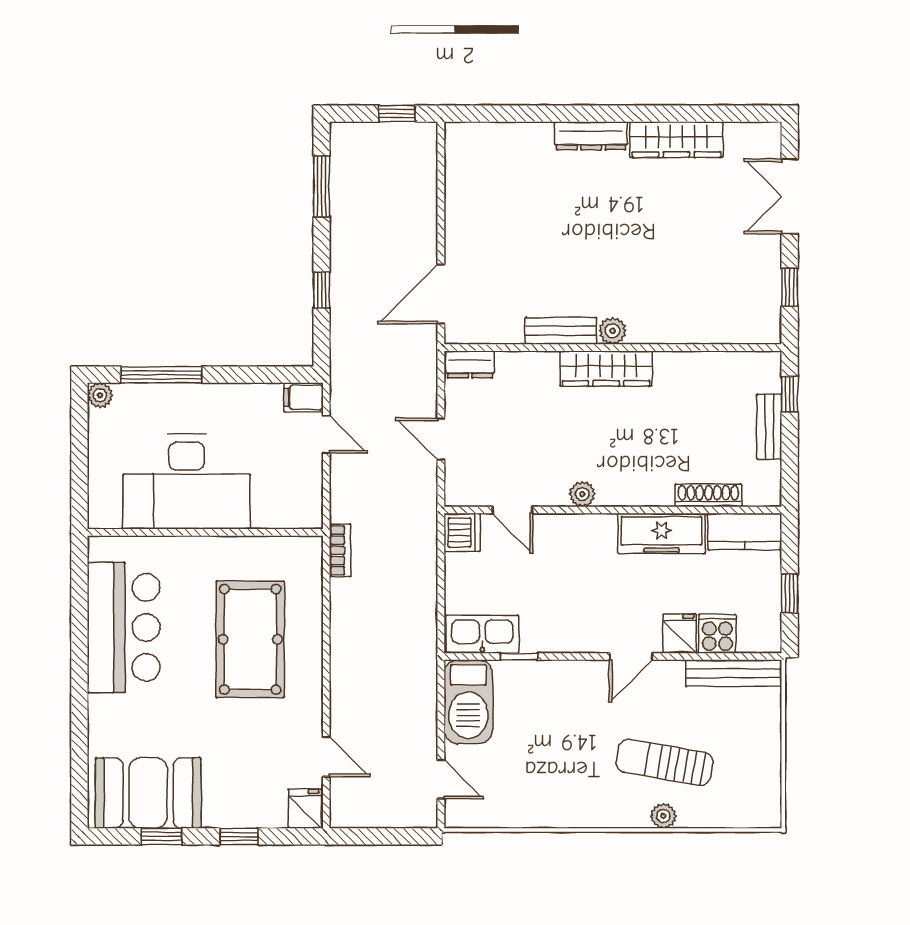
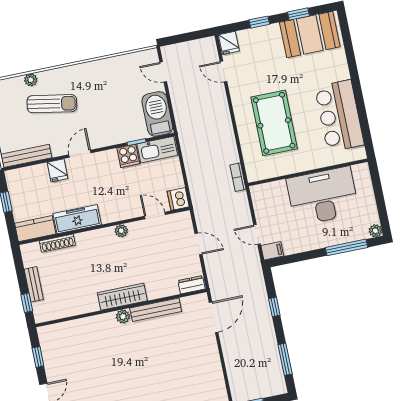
bench: (561, 331) -> (156, 310), width x1.36
cooker: (717, 634) -> (128, 156), moved
plant: (663, 816) -> (31, 80), moved

